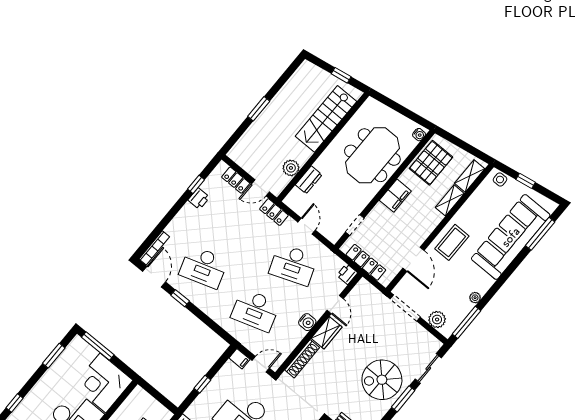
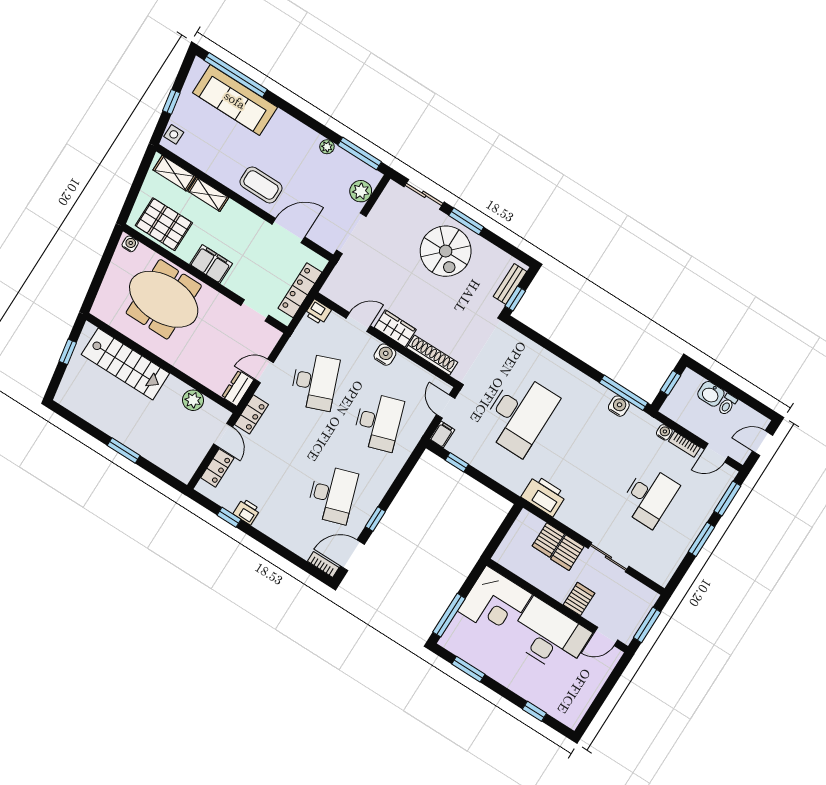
dresser: (309, 180) -> (238, 388), moved, turned -90
window: (540, 234) -> (236, 75), width x1.46
sofa: (511, 237) -> (235, 100), width x0.74, depth x0.79
bookcase: (154, 248) -> (323, 564), width x0.64
window: (202, 384) -> (457, 462), moved

